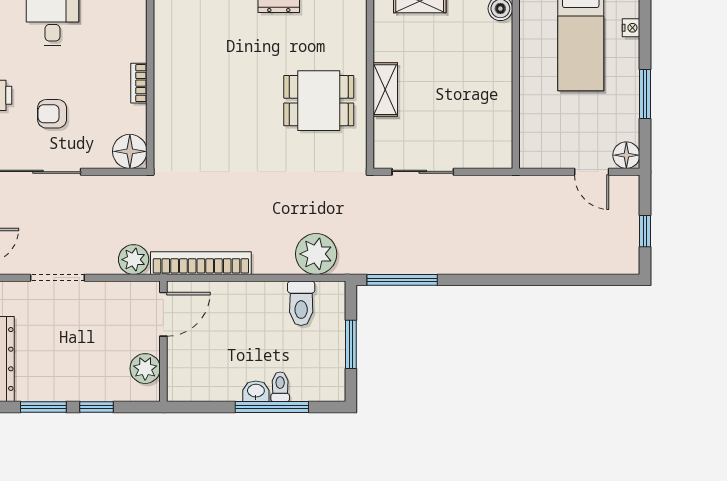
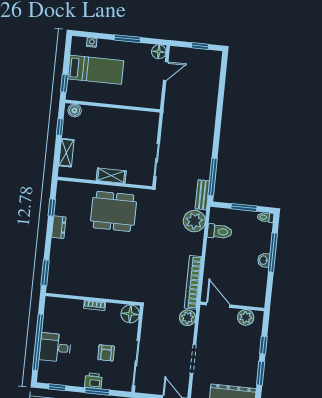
dining table: (319, 101) -> (113, 211), width x1.37
bench: (367, 264) -> (202, 195), added
toilet: (280, 387) -> (266, 217), moved

